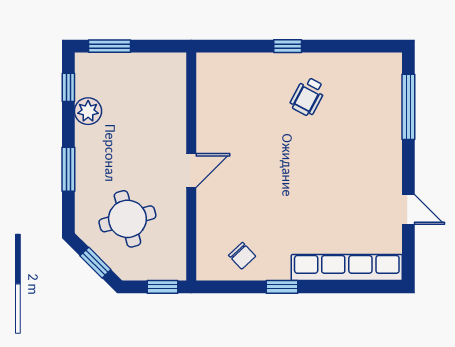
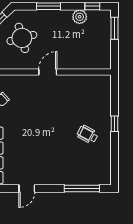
door: (191, 171) -> (48, 72), swing flipped

